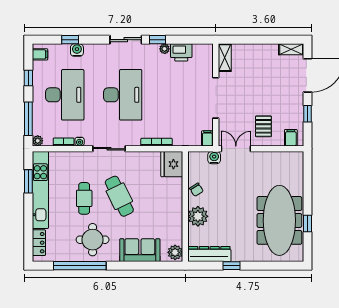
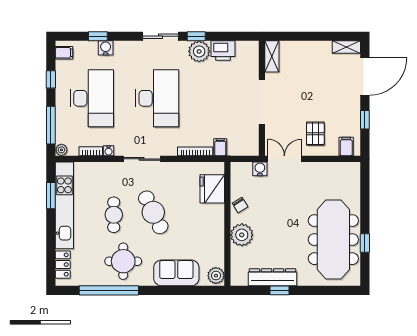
plant: (165, 49) -> (199, 51), width x1.88, depth x1.88
filing cabinet: (207, 138) -> (220, 147), moved
fridge: (172, 164) -> (212, 189), moved
dresser: (209, 254) -> (273, 277), moved

